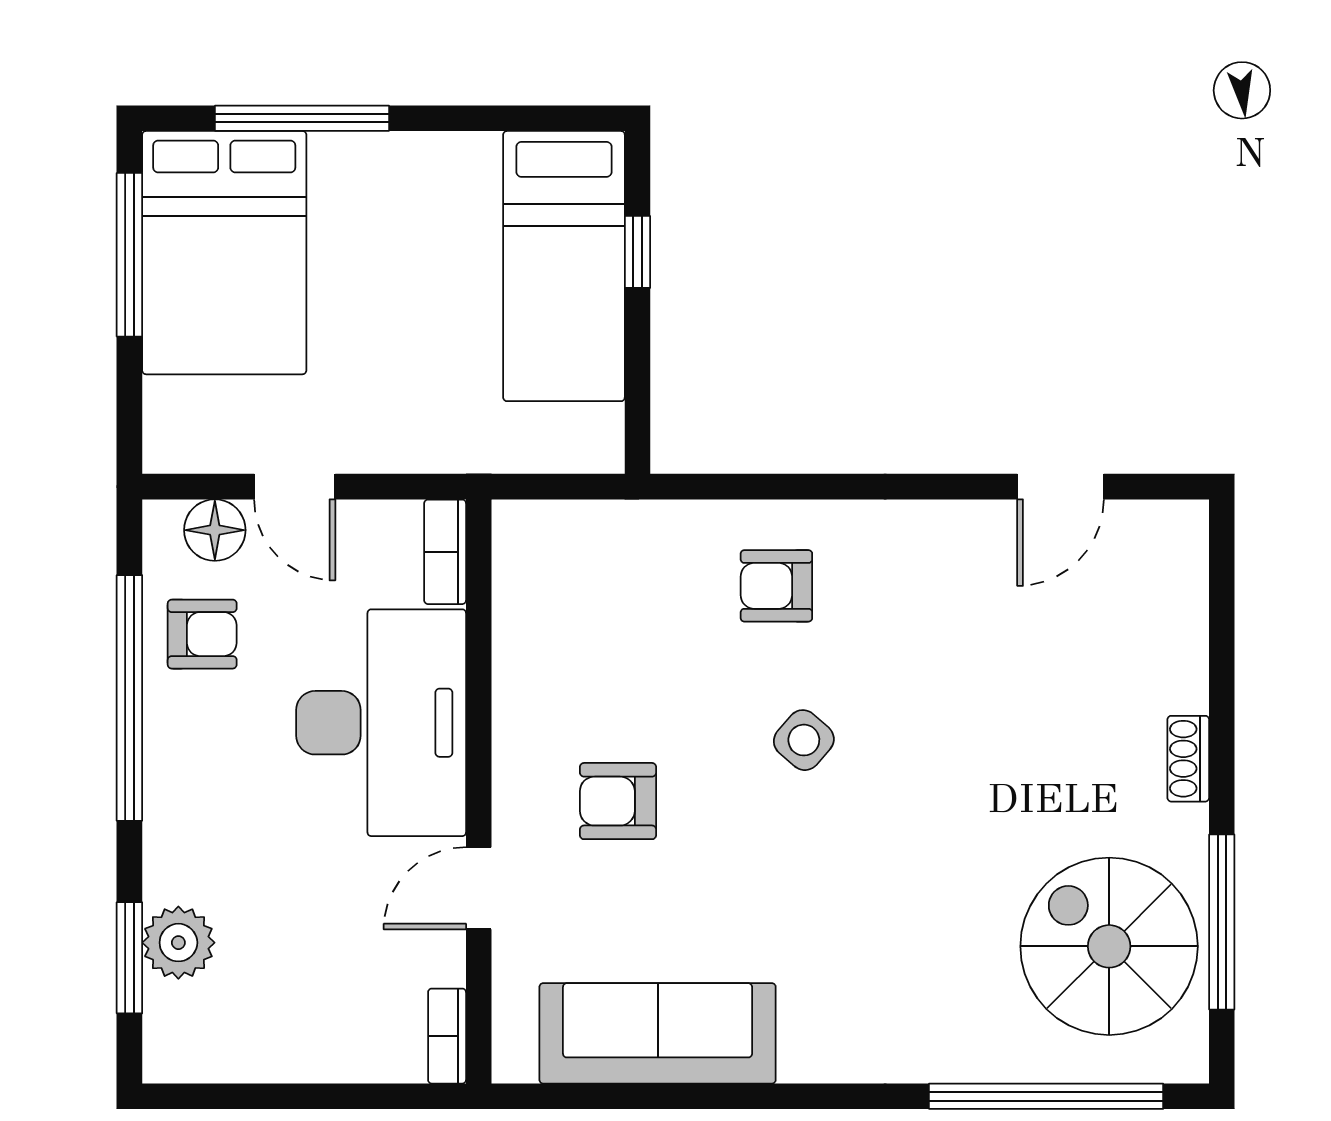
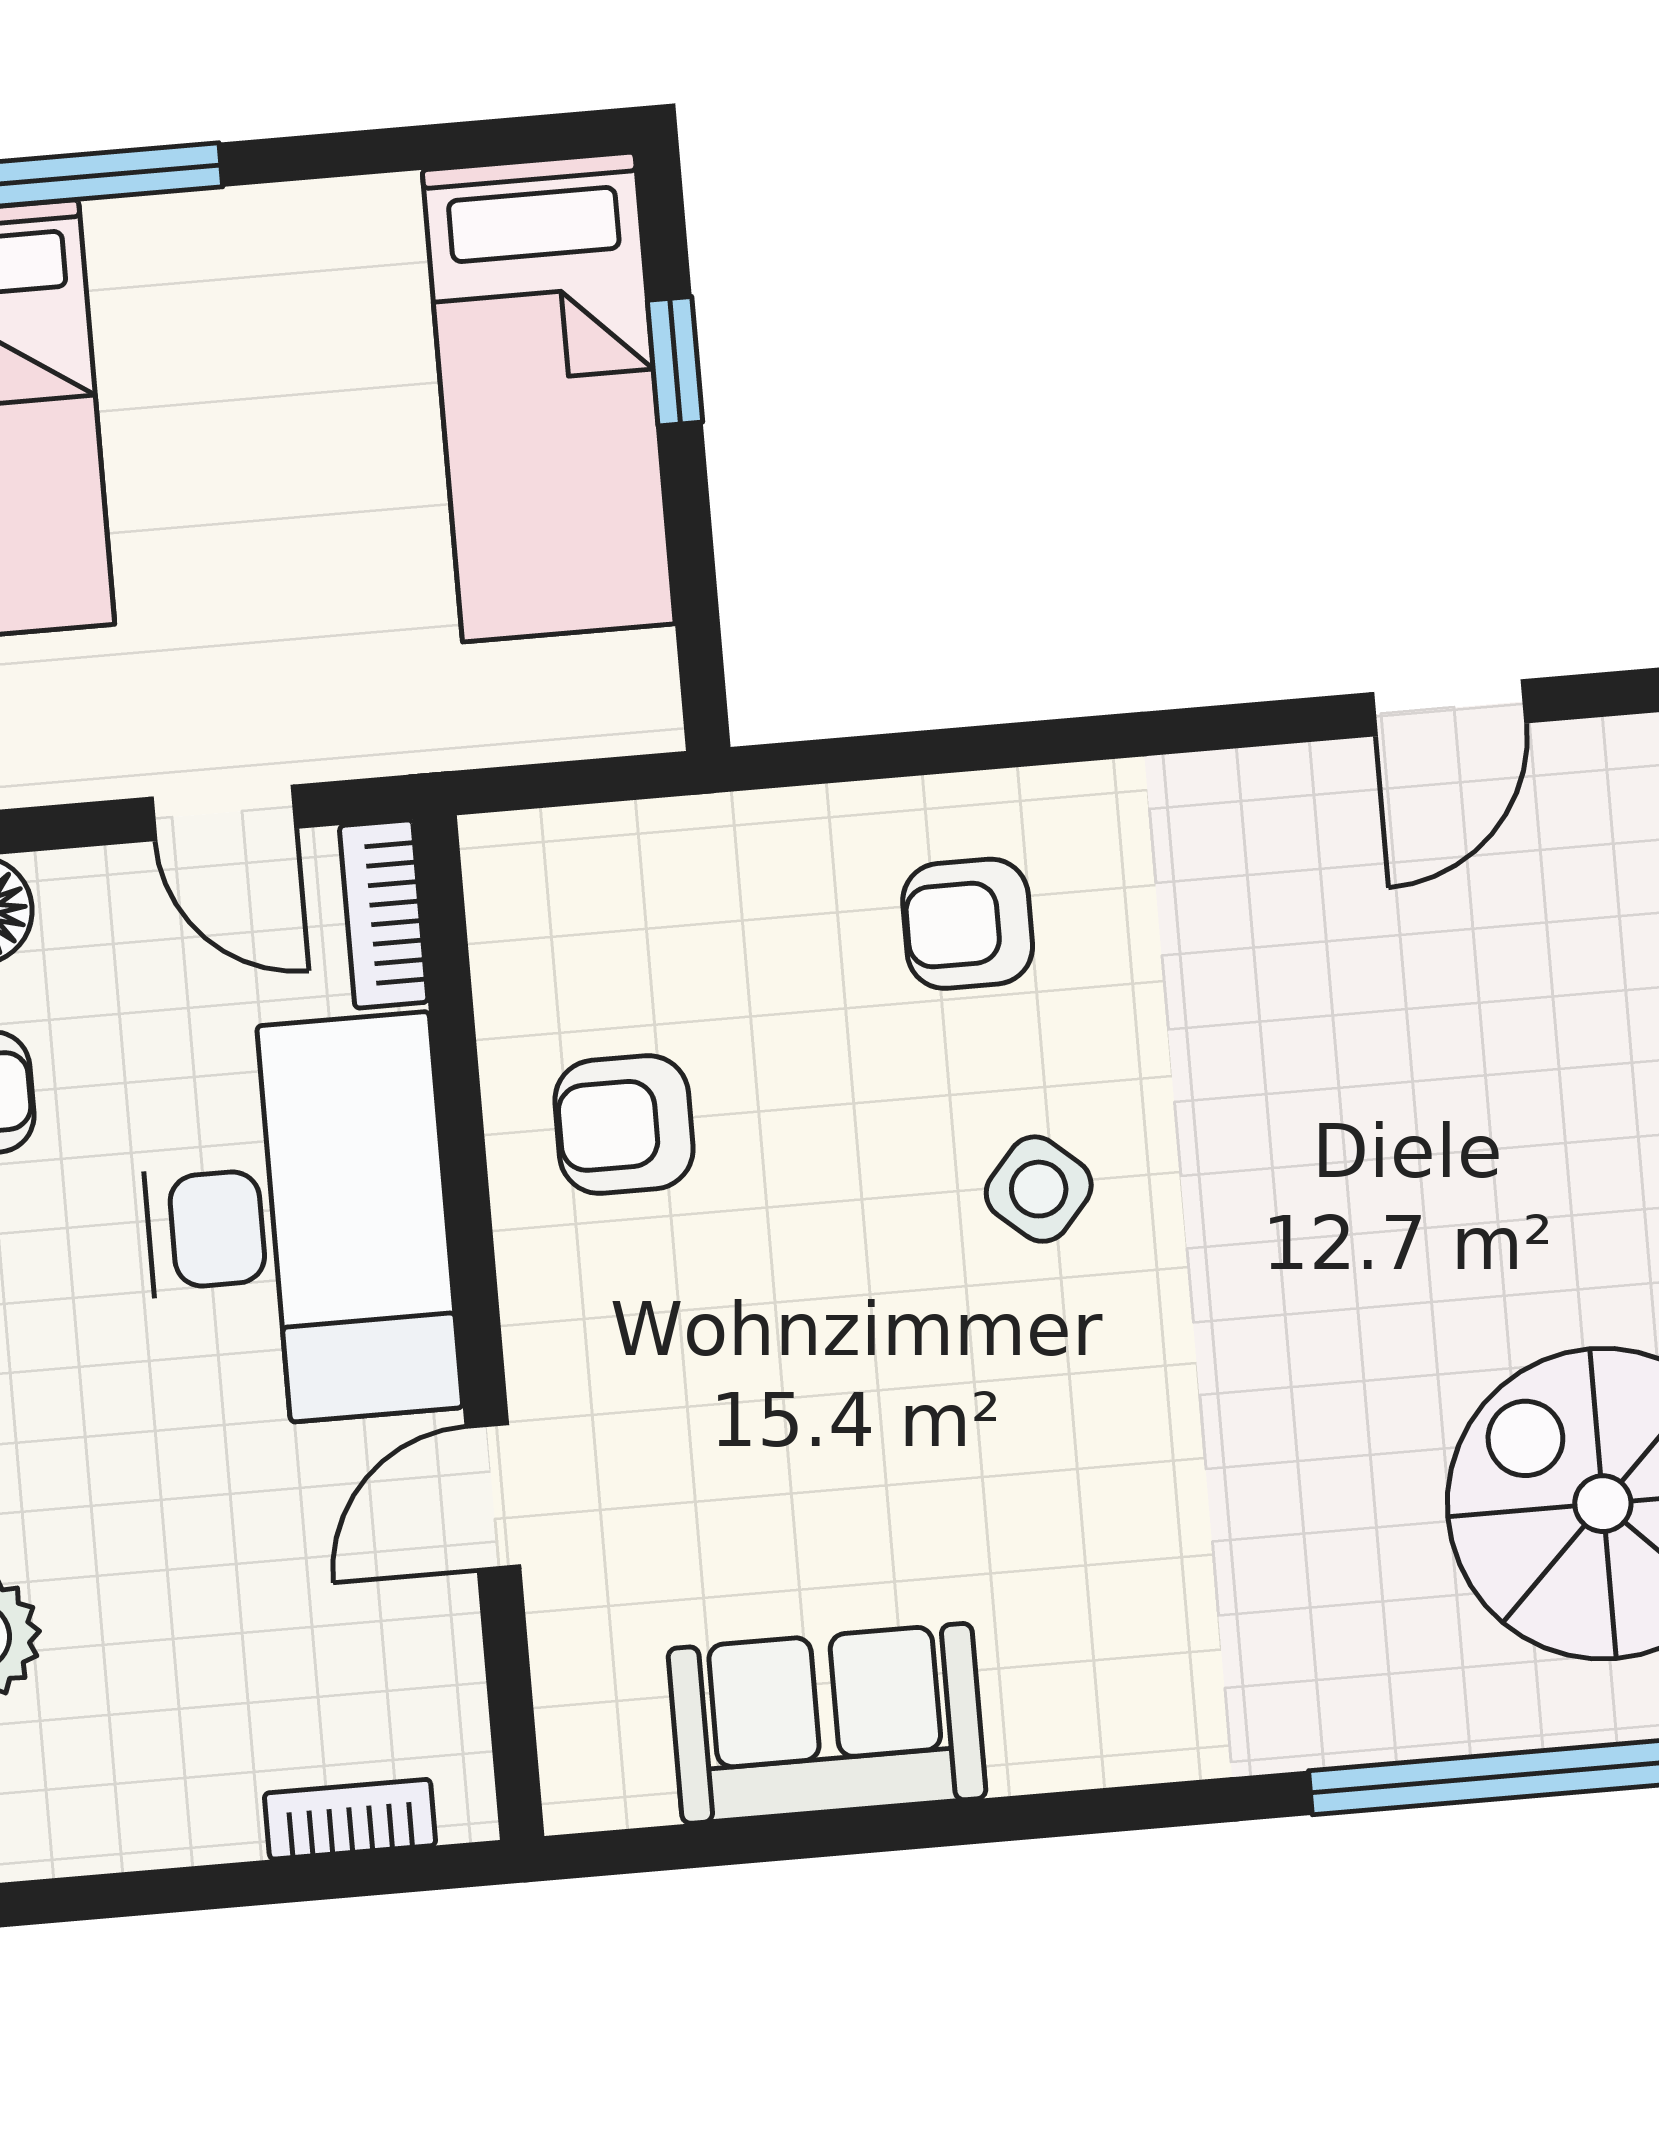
door: (295, 487) -> (224, 813), moved
armchair: (618, 801) -> (624, 1125), moved
sofa: (658, 1033) -> (827, 1723), width x0.73
bookcase: (447, 1036) -> (350, 1819), moved, turned 90

